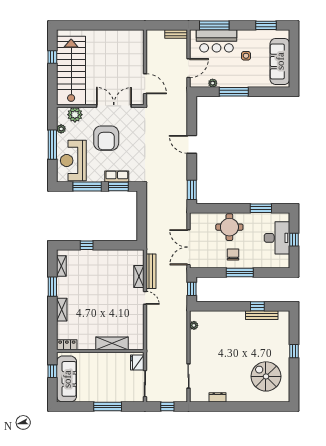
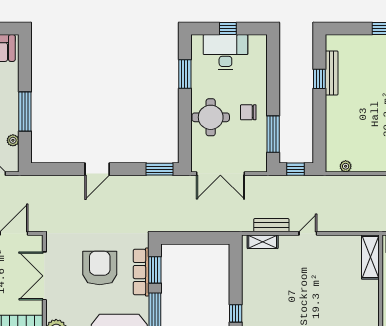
armchair: (106, 138) -> (100, 268), moved, turned -90
row of seats: (117, 176) -> (141, 272), width x1.48
double door: (188, 247) -> (220, 174), moved
bench: (151, 271) -> (271, 225), width x0.73
window: (240, 273) -> (273, 134), moved
shelving: (139, 276) -> (263, 242), moved
shelving: (112, 343) -> (370, 257), moved

